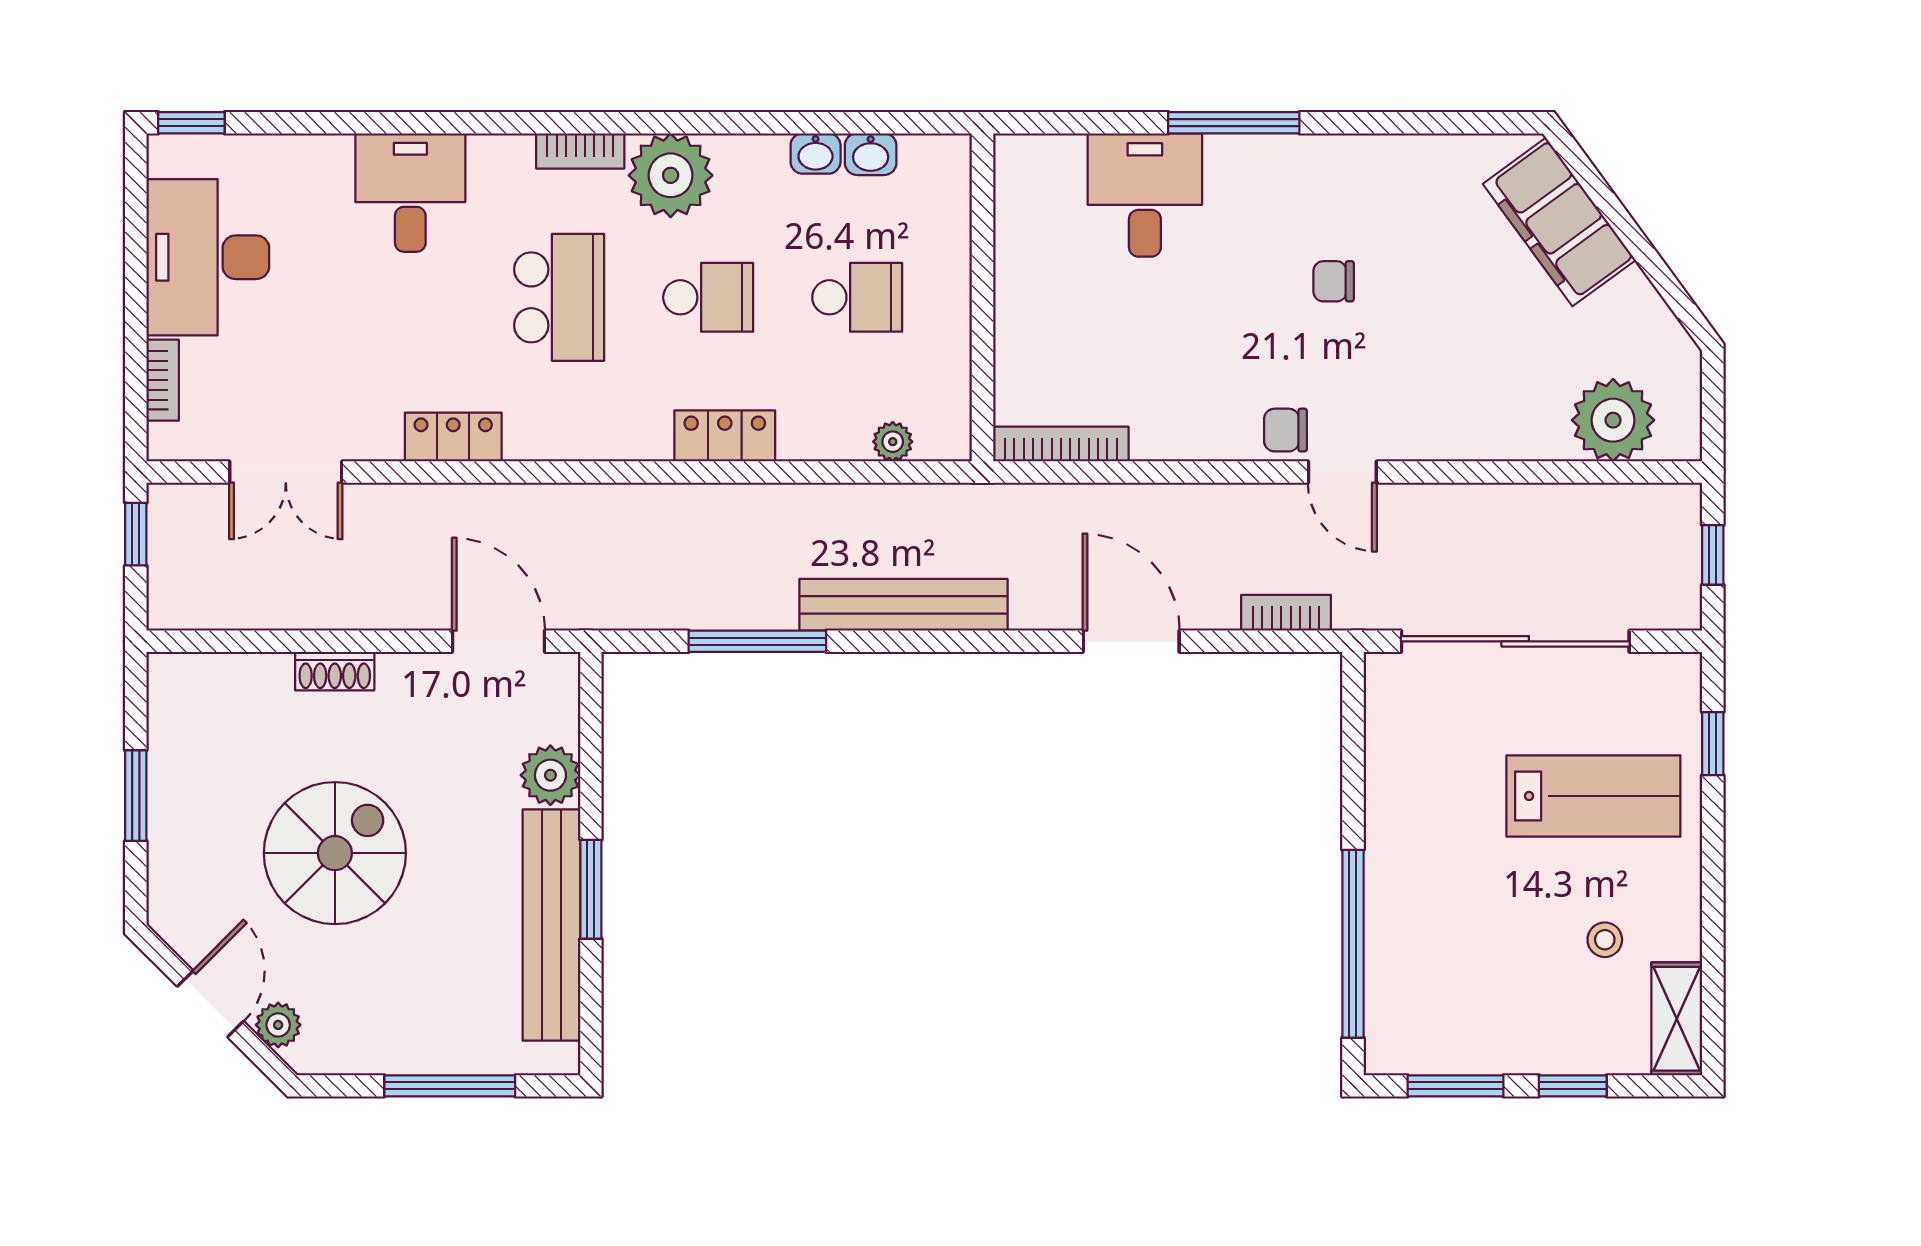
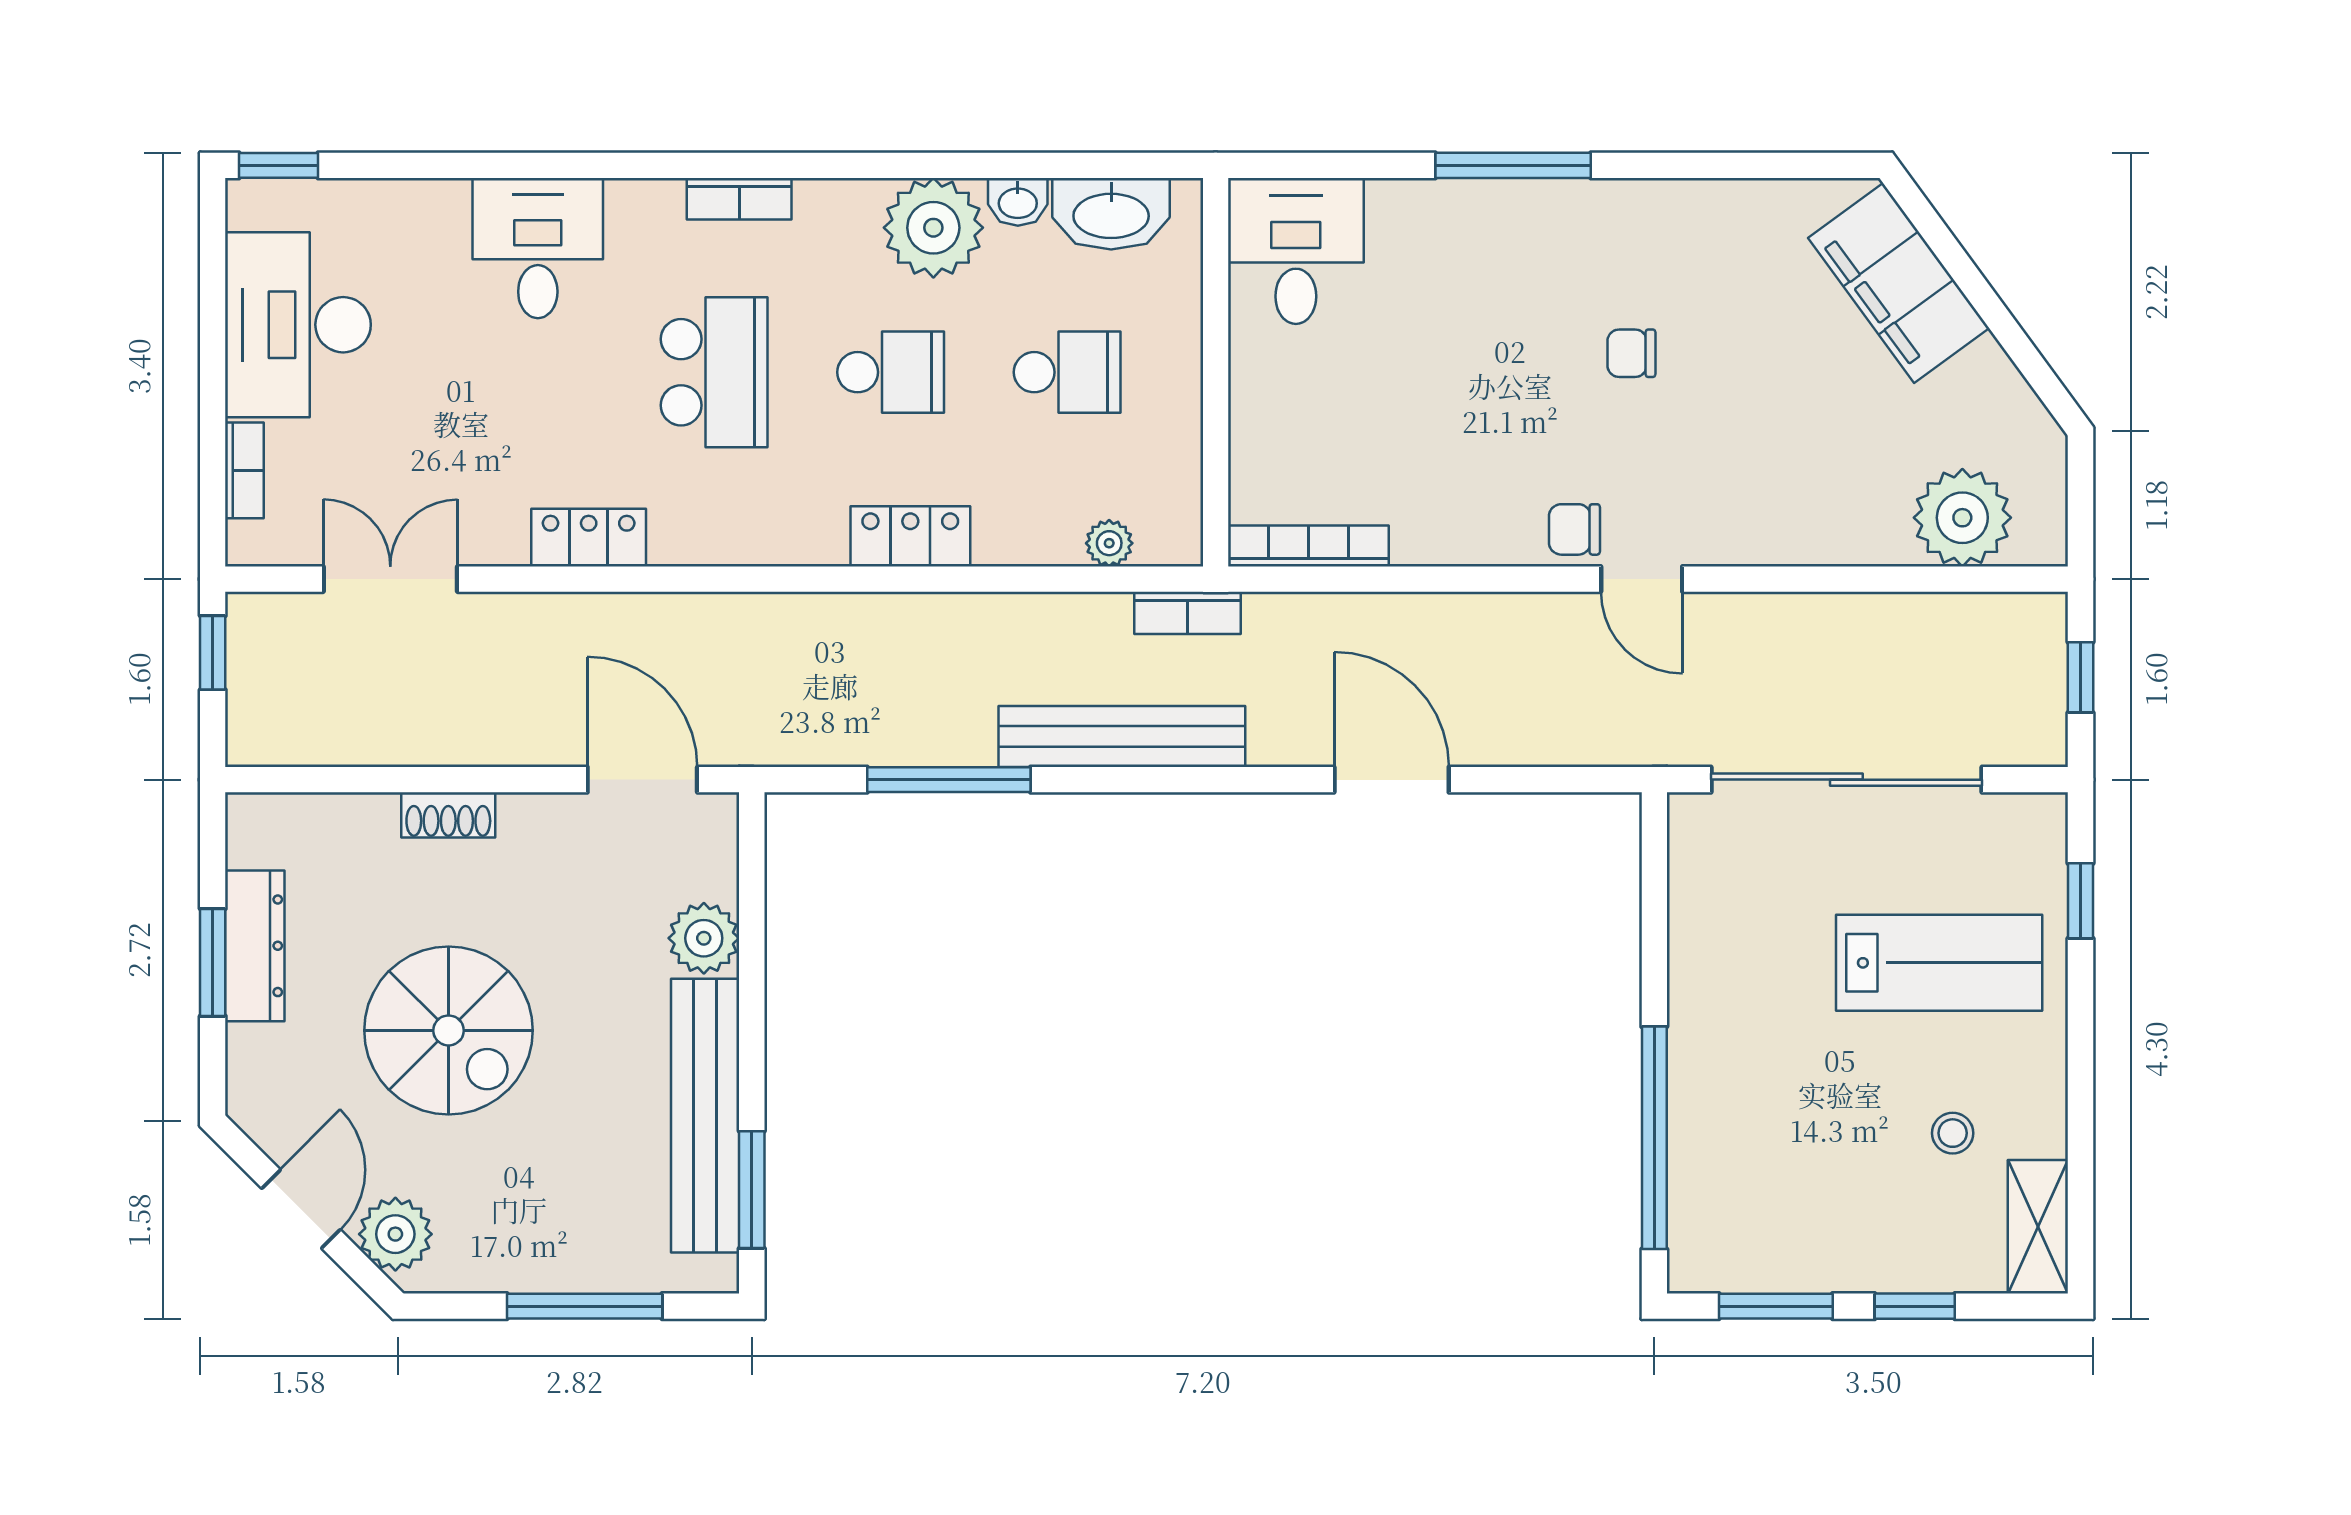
washbasin: (871, 154) -> (1111, 214), width x1.91, depth x1.45
plant: (671, 175) -> (933, 228), moved
desk: (1145, 195) -> (1296, 251), moved
double door: (286, 472) -> (390, 579), swing flipped
bookcase: (1286, 613) -> (1187, 613), moved, turned 180
dresser: (171, 782) -> (255, 946), added
spiral stairs: (335, 853) -> (449, 1030), turned 90
window: (591, 889) -> (752, 1190), moved
plant: (278, 1025) -> (395, 1234), width x1.38, depth x1.38

